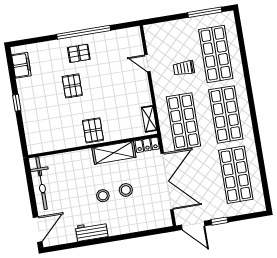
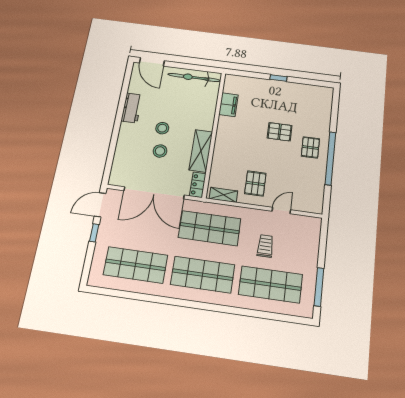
filing cabinet: (21, 65) -> (228, 105), moved, turned -90
pallet: (93, 130) -> (255, 183), moved, turned 90

